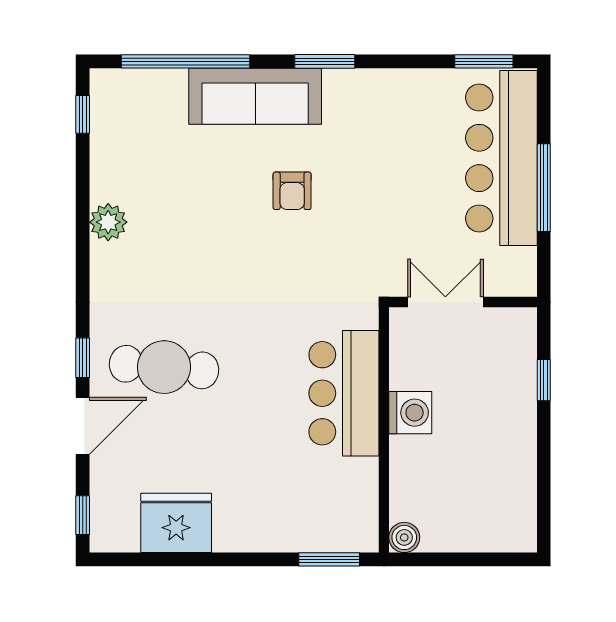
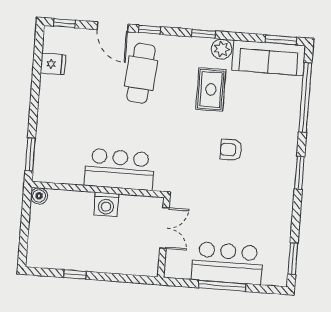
sofa: (255, 96) -> (269, 58), moved, turned -90
window: (83, 114) -> (281, 40), width x1.50
bar counter: (501, 158) -> (227, 263), width x0.73
rug: (184, 236) -> (211, 89), added
window: (83, 258) -> (204, 34), added
window: (544, 380) -> (75, 274), moved
fridge: (176, 523) -> (53, 64), width x0.53, depth x0.75

